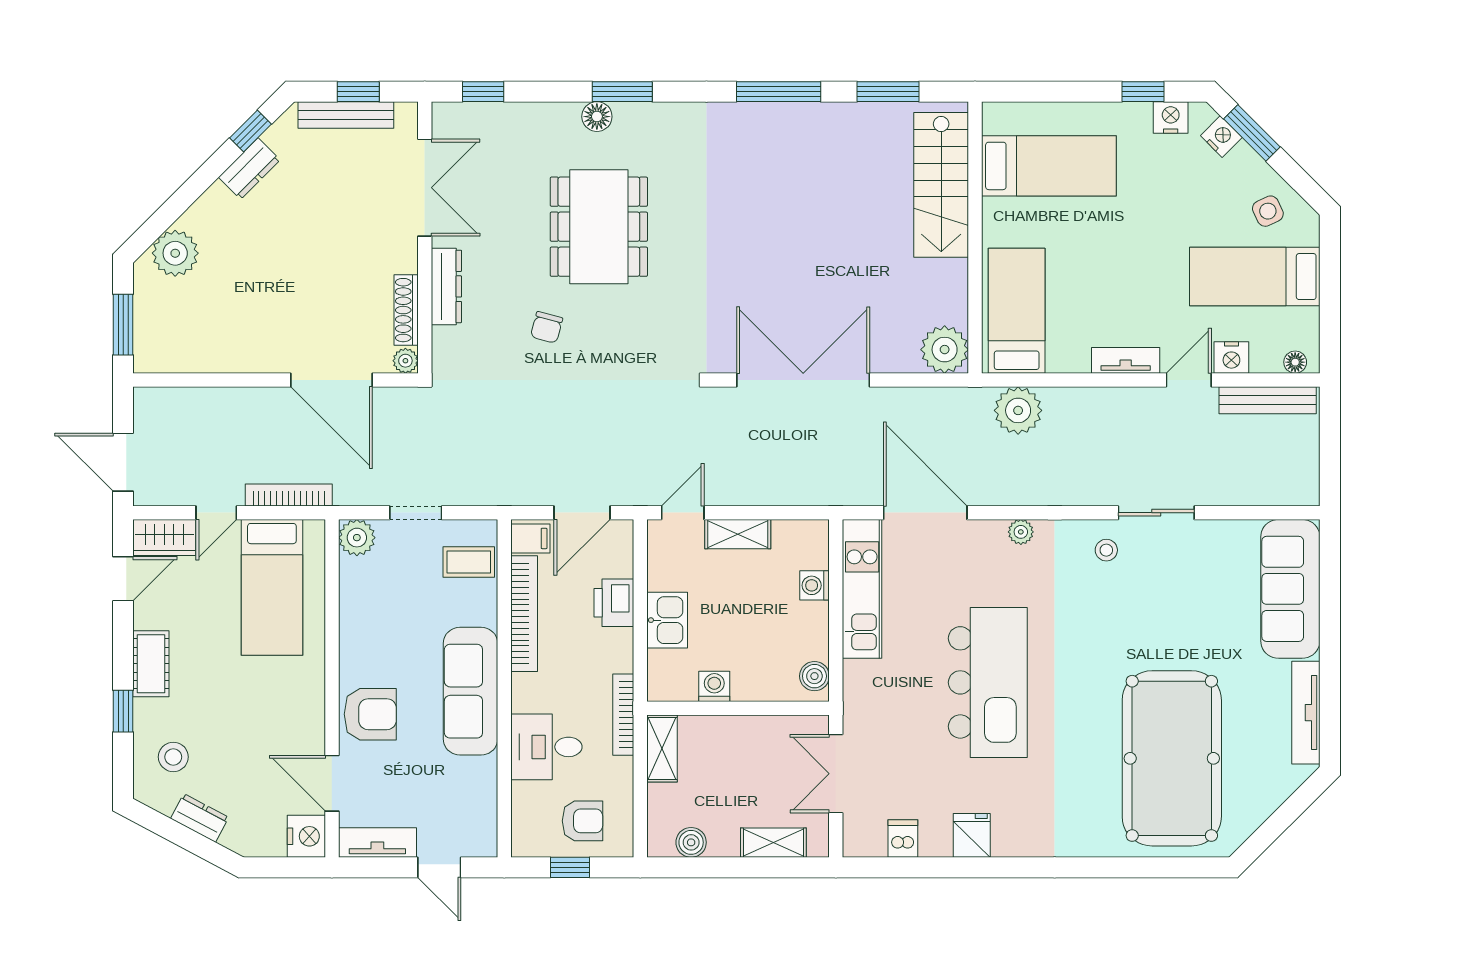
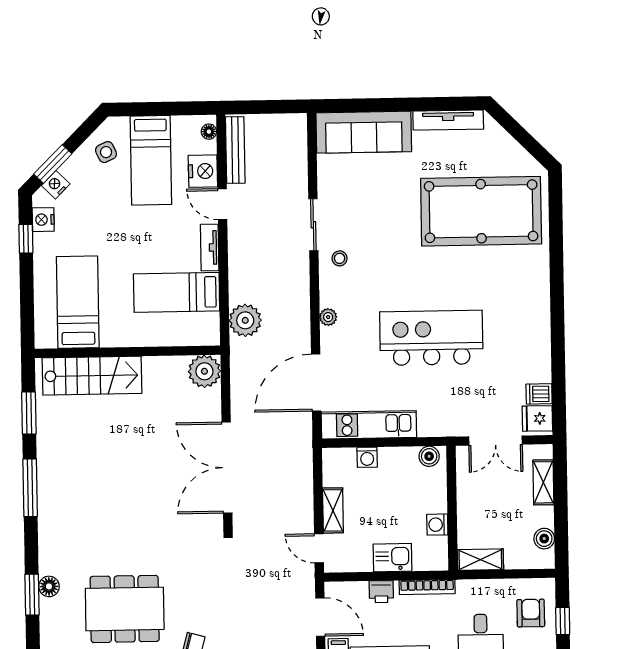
floor lamp: (597, 117) -> (49, 586), moved
bed: (1017, 311) -> (177, 292), moved
nightstand: (1231, 358) -> (203, 171), width x1.36, depth x1.33
printer: (614, 603) -> (381, 592), width x0.73, depth x0.81
bookcase: (623, 715) -> (427, 587), moved
fridge: (972, 835) -> (537, 418), moved

